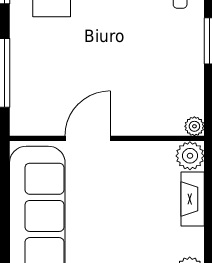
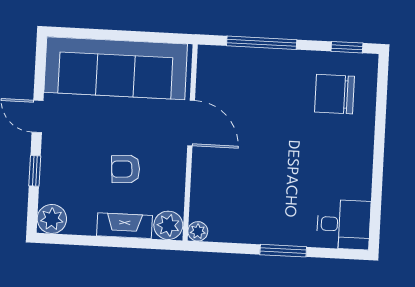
armchair: (137, 201) -> (126, 169), added

